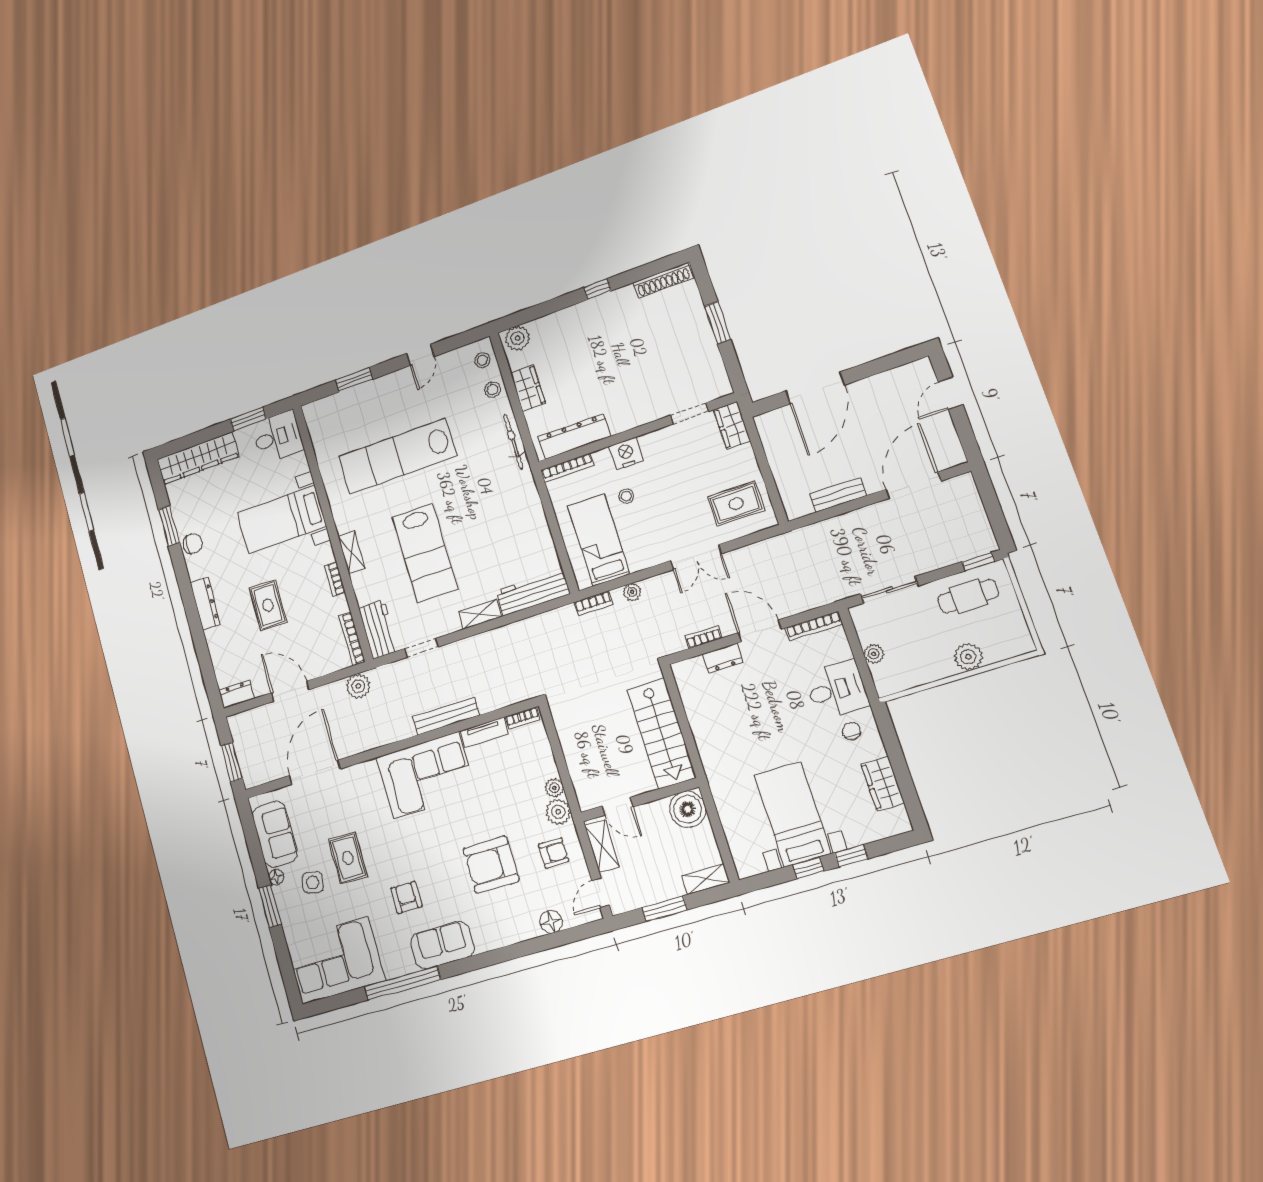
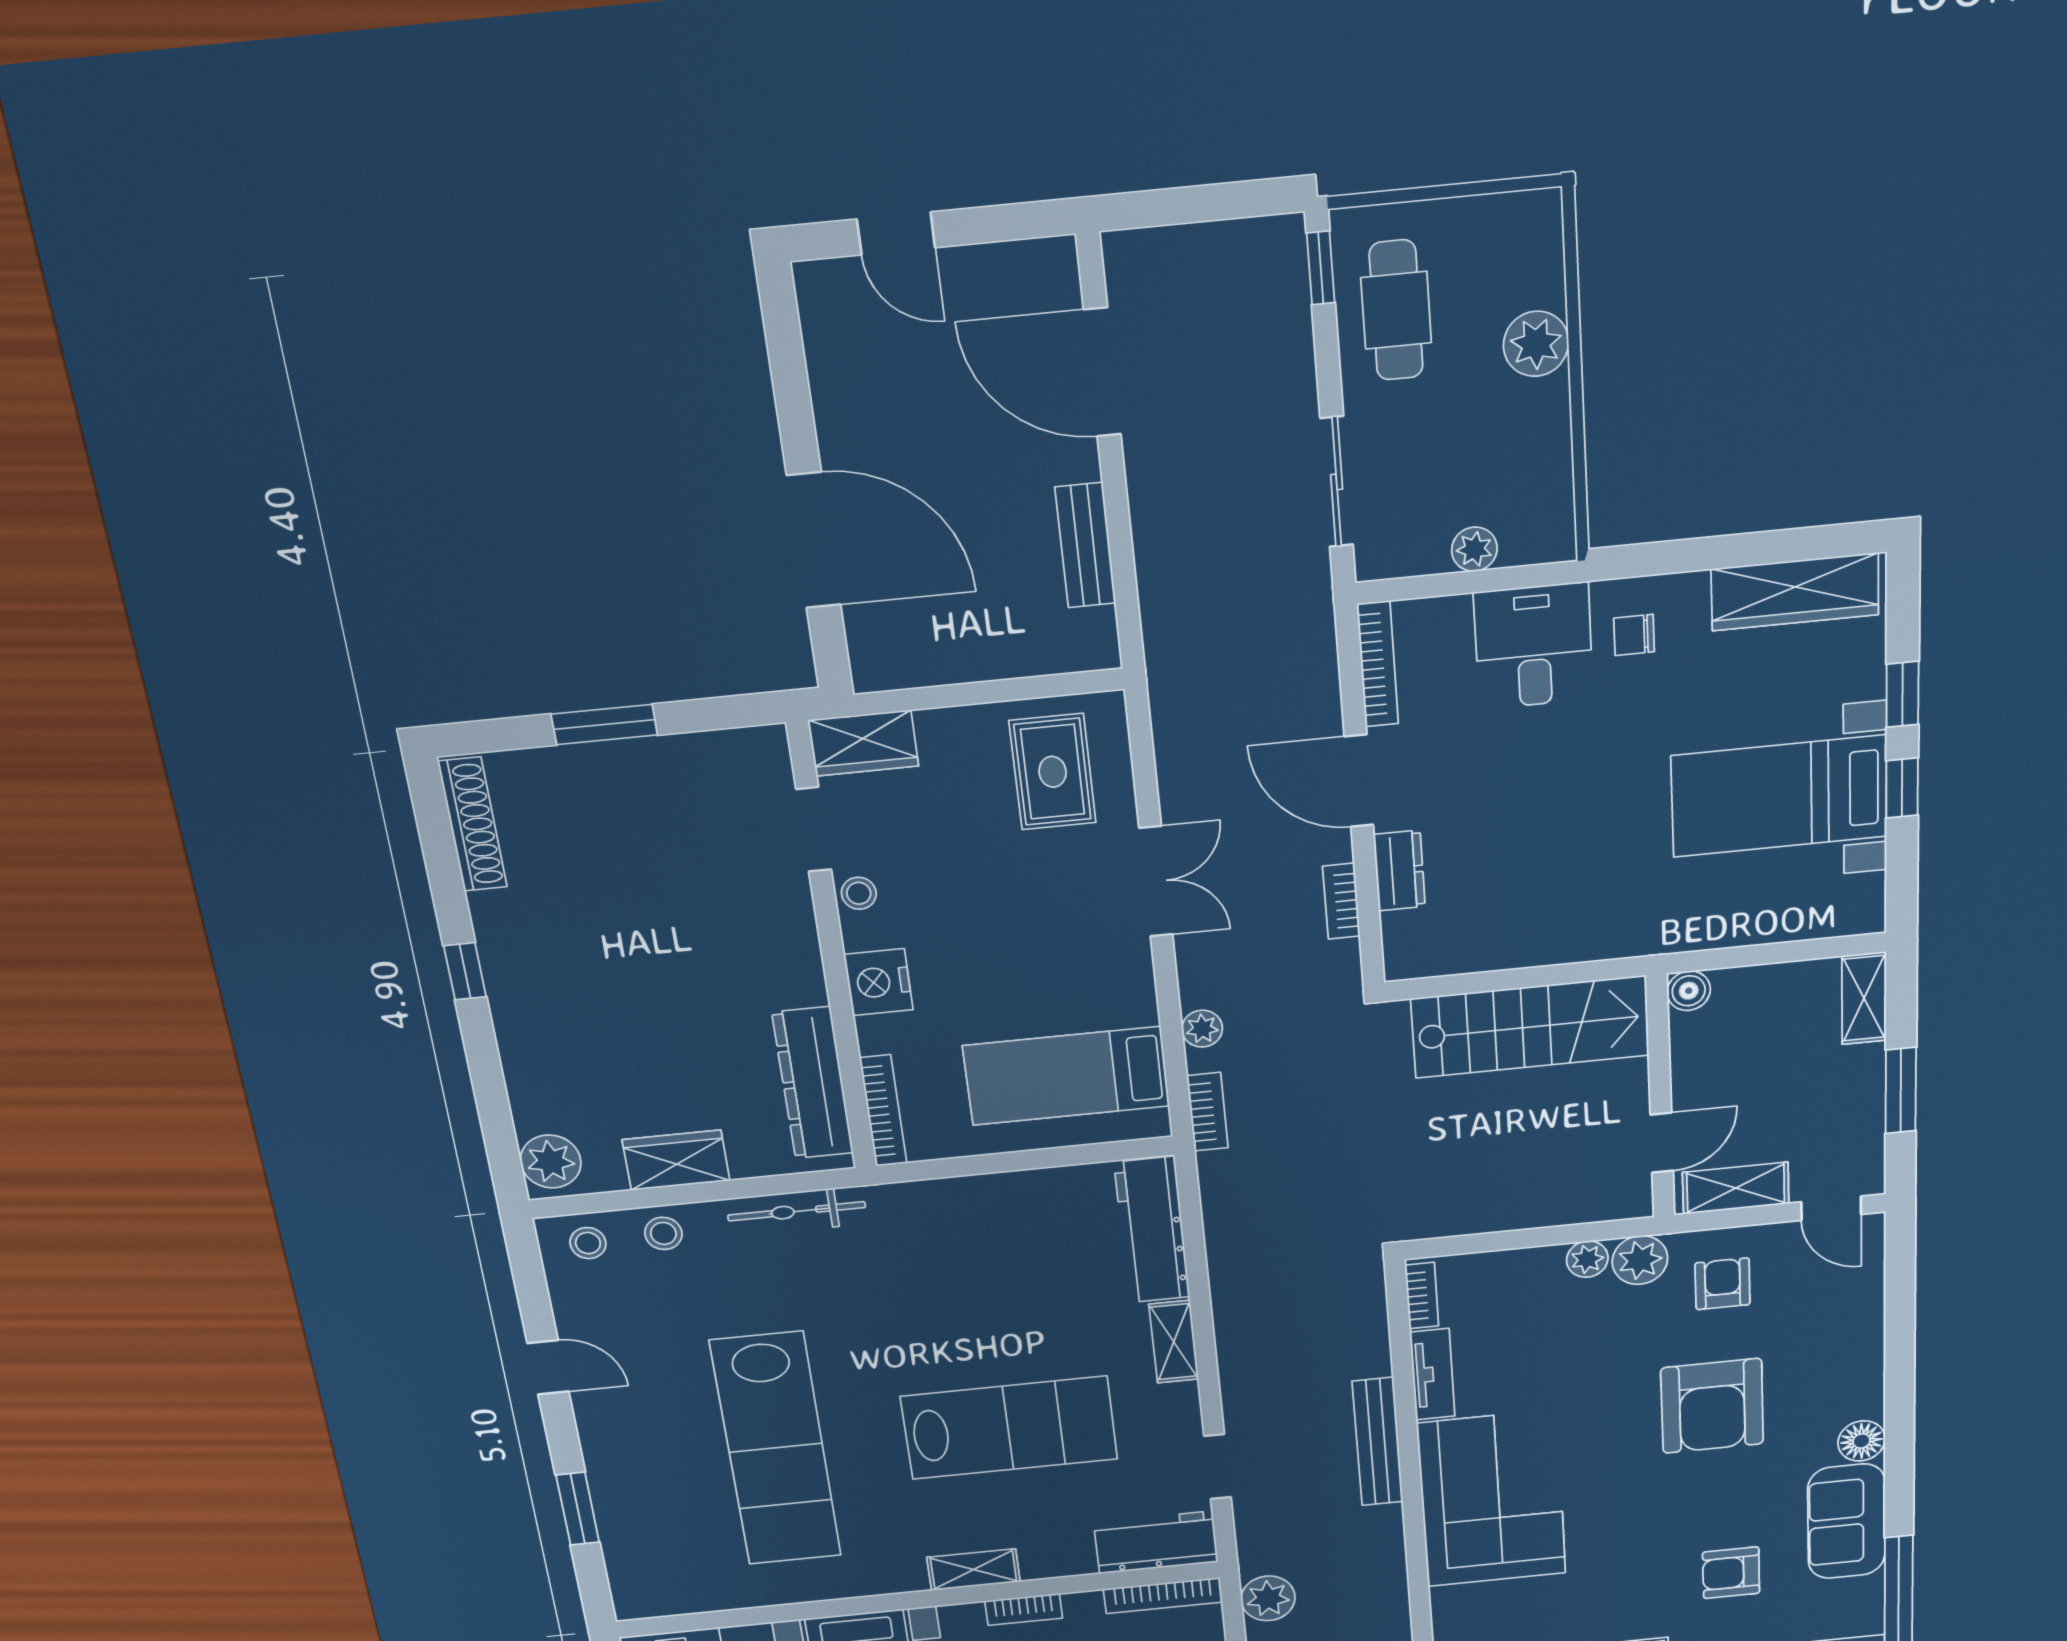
stool: (626, 496) -> (859, 893), moved
door: (760, 631) -> (1359, 781), hinge flipped
wardrobe: (883, 784) -> (1795, 592), width x1.50
boiler: (688, 809) -> (1689, 991), width x0.54, depth x0.54
floor lamp: (551, 922) -> (1861, 1441), moved

